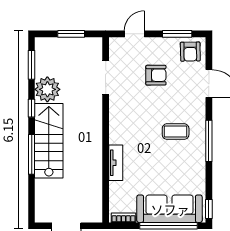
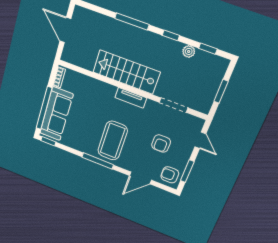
window: (32, 65) -> (208, 49), width x0.67
plant: (47, 89) -> (189, 51), width x0.53, depth x0.53
coffee table: (176, 132) -> (113, 141), width x1.86, depth x1.72
stairs: (49, 141) -> (126, 72), moved, turned 180
tv unit: (116, 163) -> (131, 98), moved

